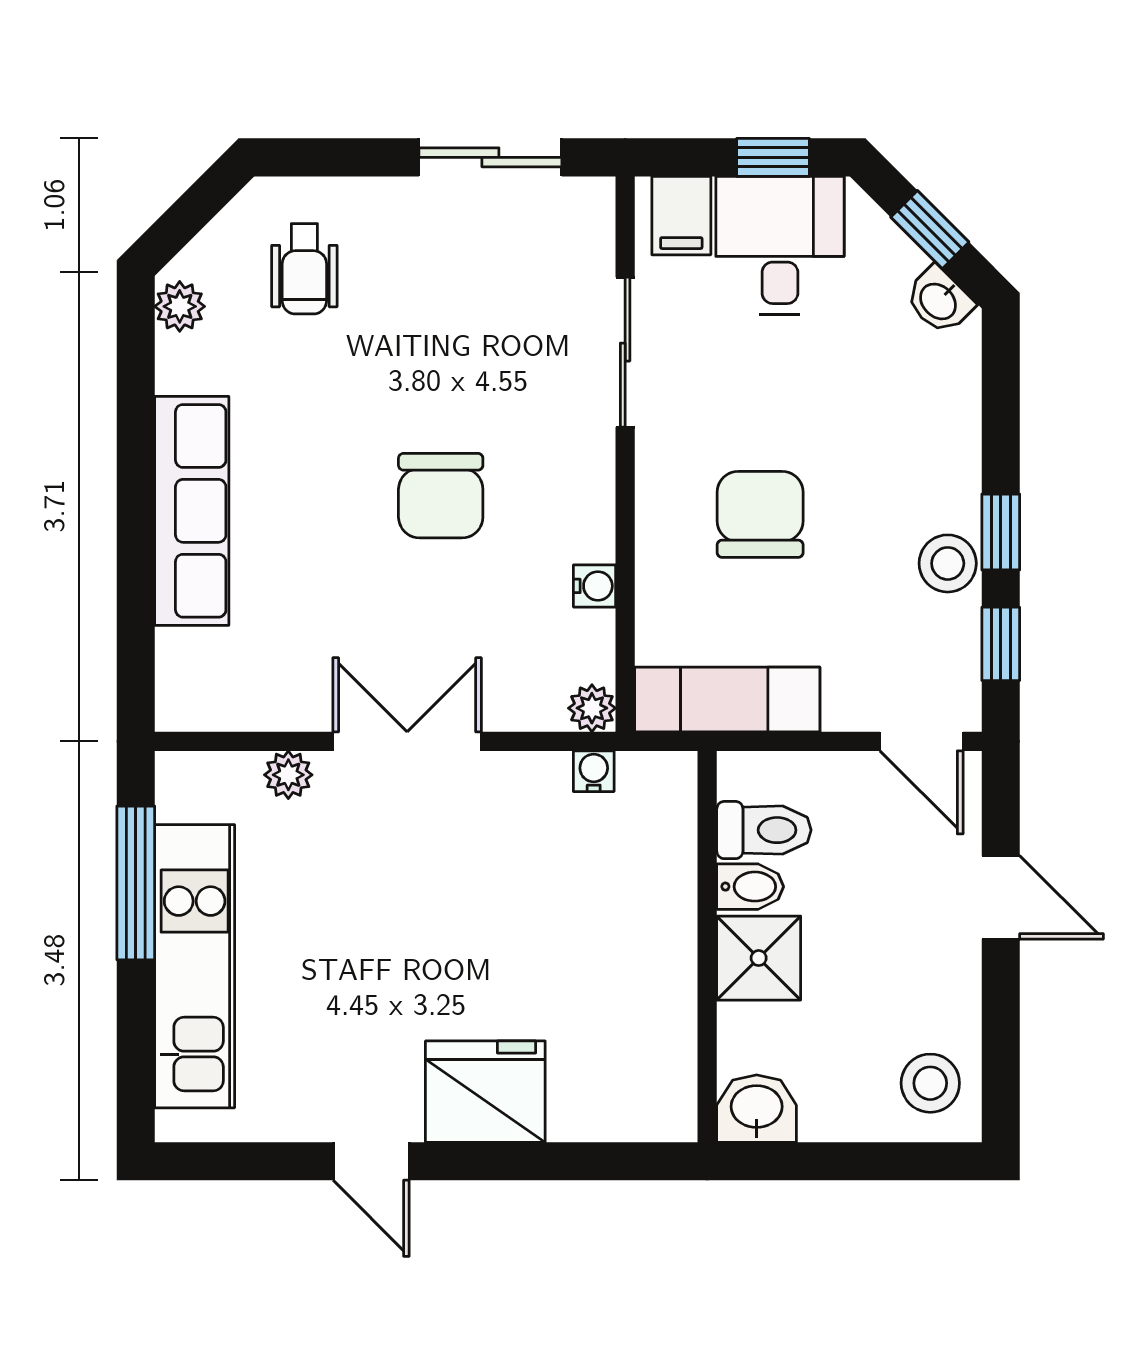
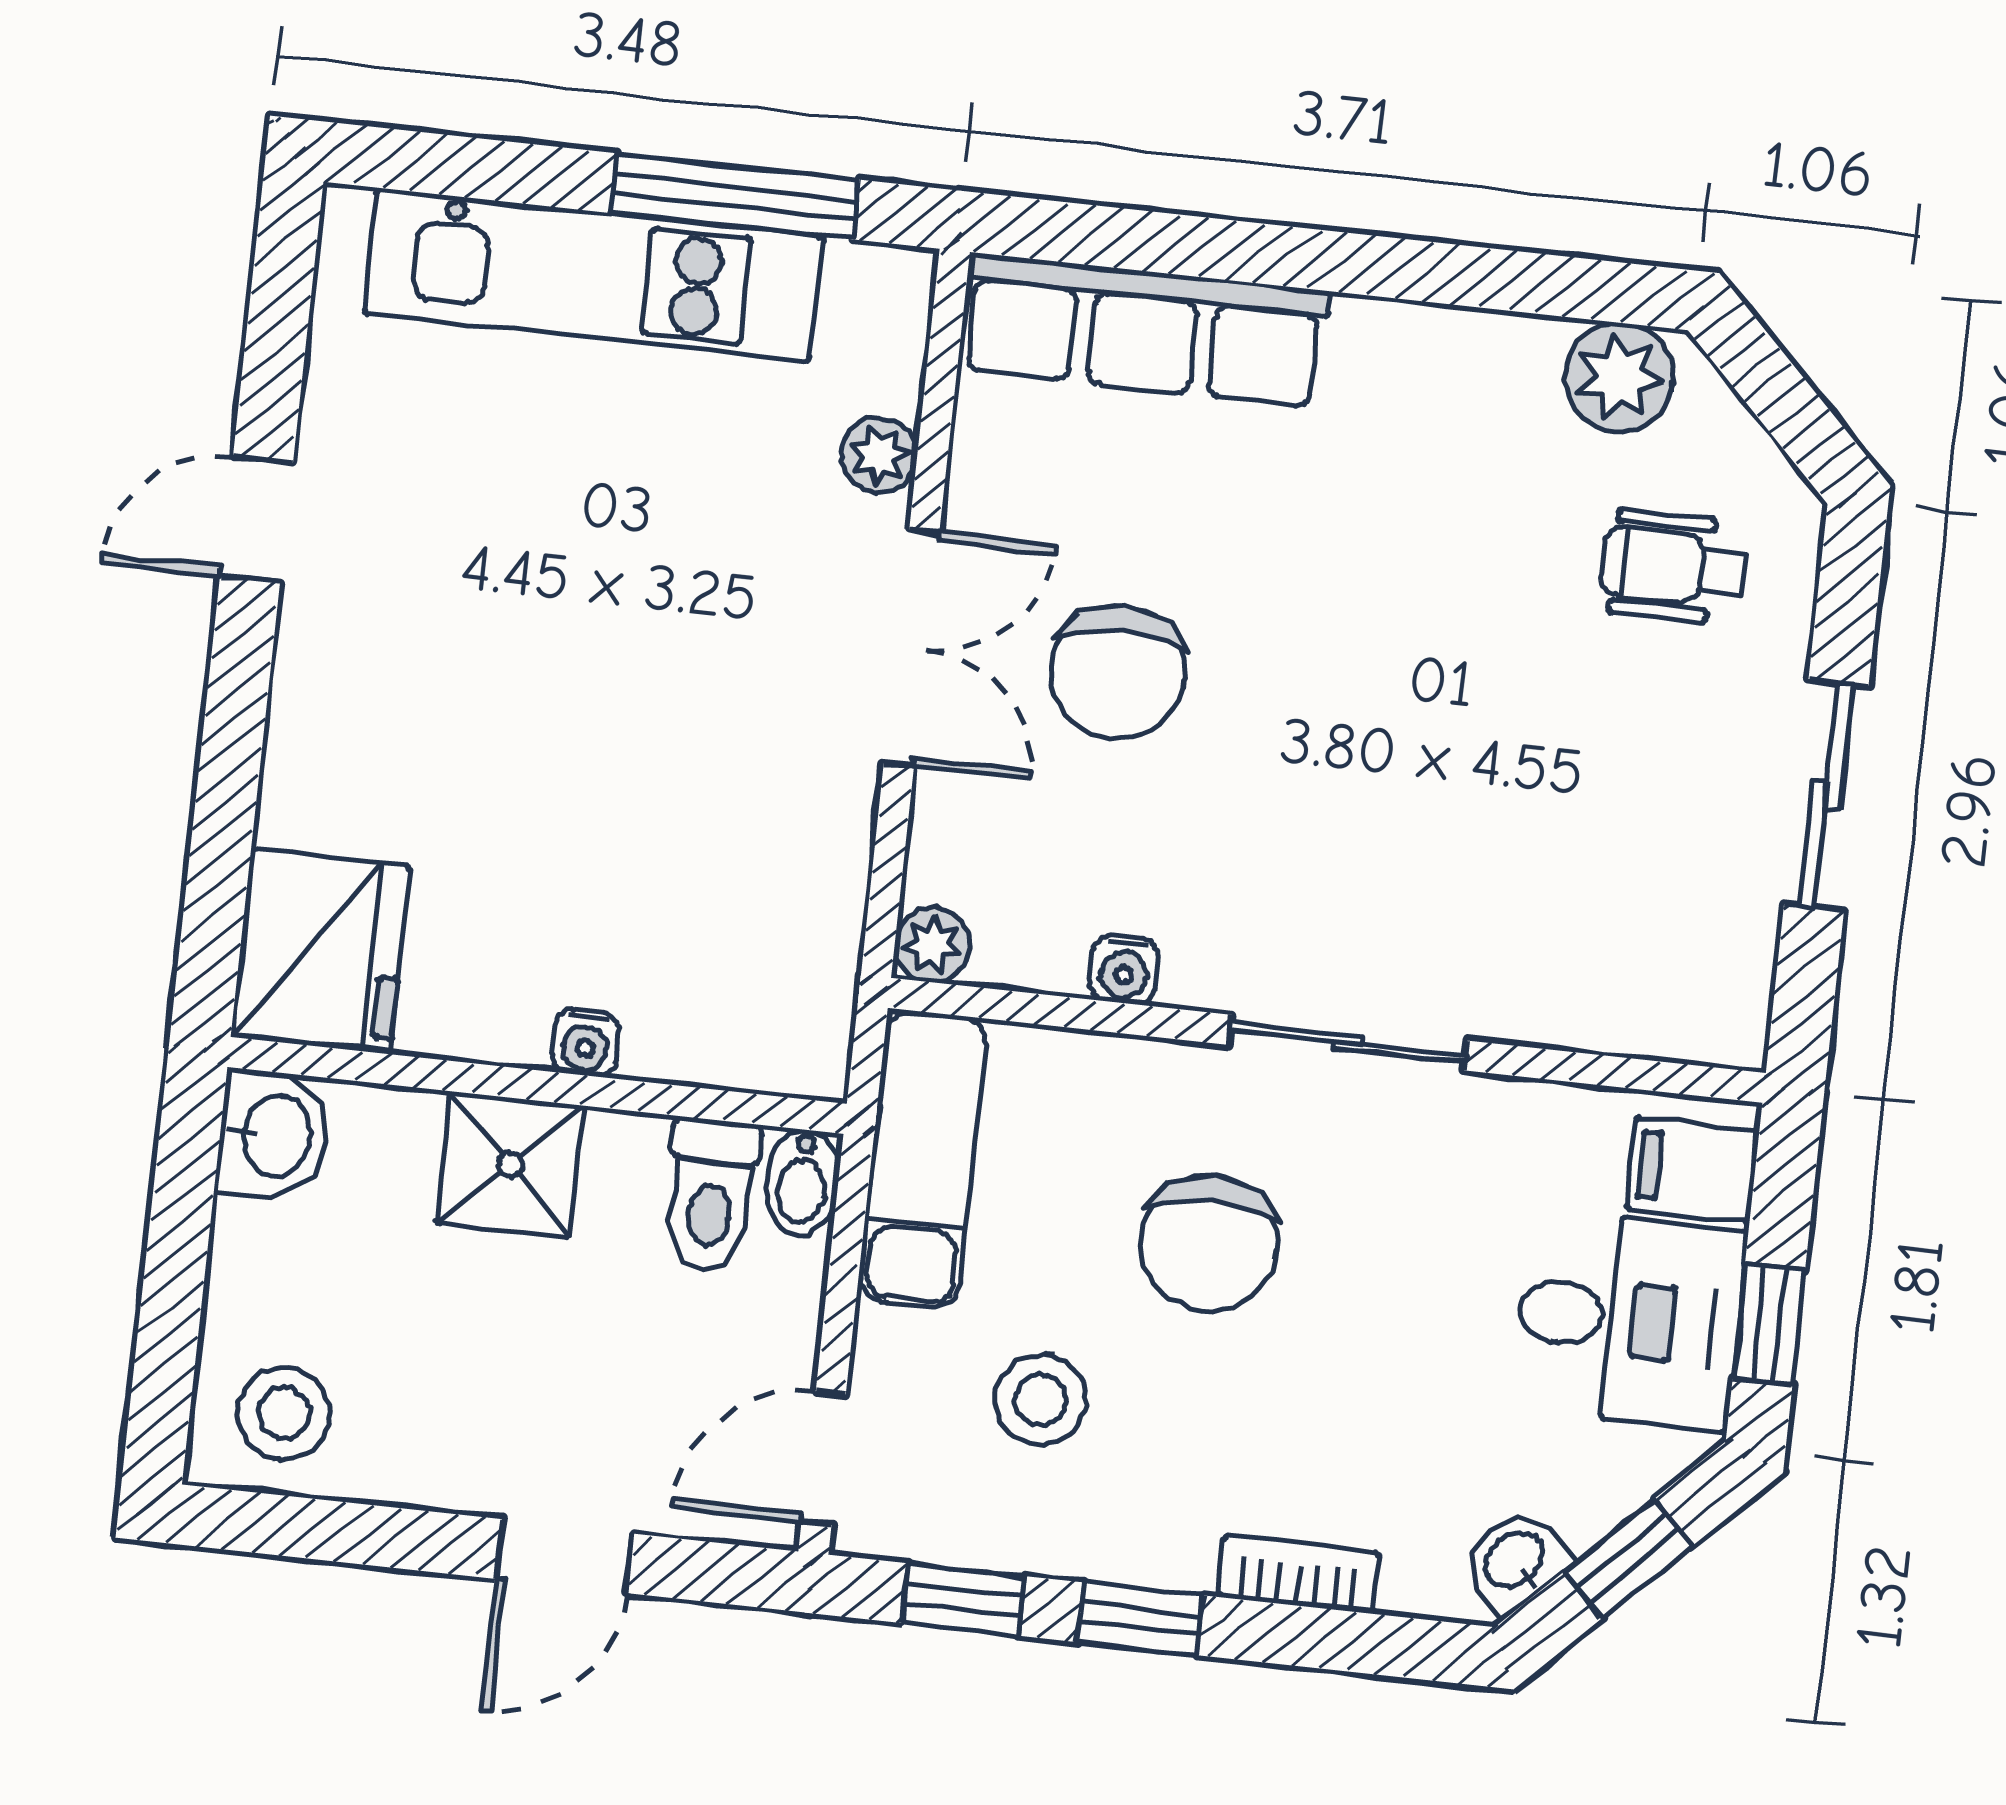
sliding door: (490, 157) -> (1826, 795), moved
plant: (180, 306) -> (1619, 377), width x1.38, depth x1.38
sliding door: (625, 352) -> (1348, 1043), moved
bookcase: (962, 436) -> (1298, 1575), added
chair: (441, 496) -> (1118, 672), moved, turned -90
row of seats: (192, 511) -> (1144, 330), moved
chair: (760, 514) -> (1209, 1243), turned 90
stool: (948, 563) -> (1040, 1400), moved
water cooler: (594, 771) -> (586, 1043), moved, turned 90
bidet: (750, 887) -> (802, 1183), moved
fridge: (485, 1092) -> (321, 951), moved

